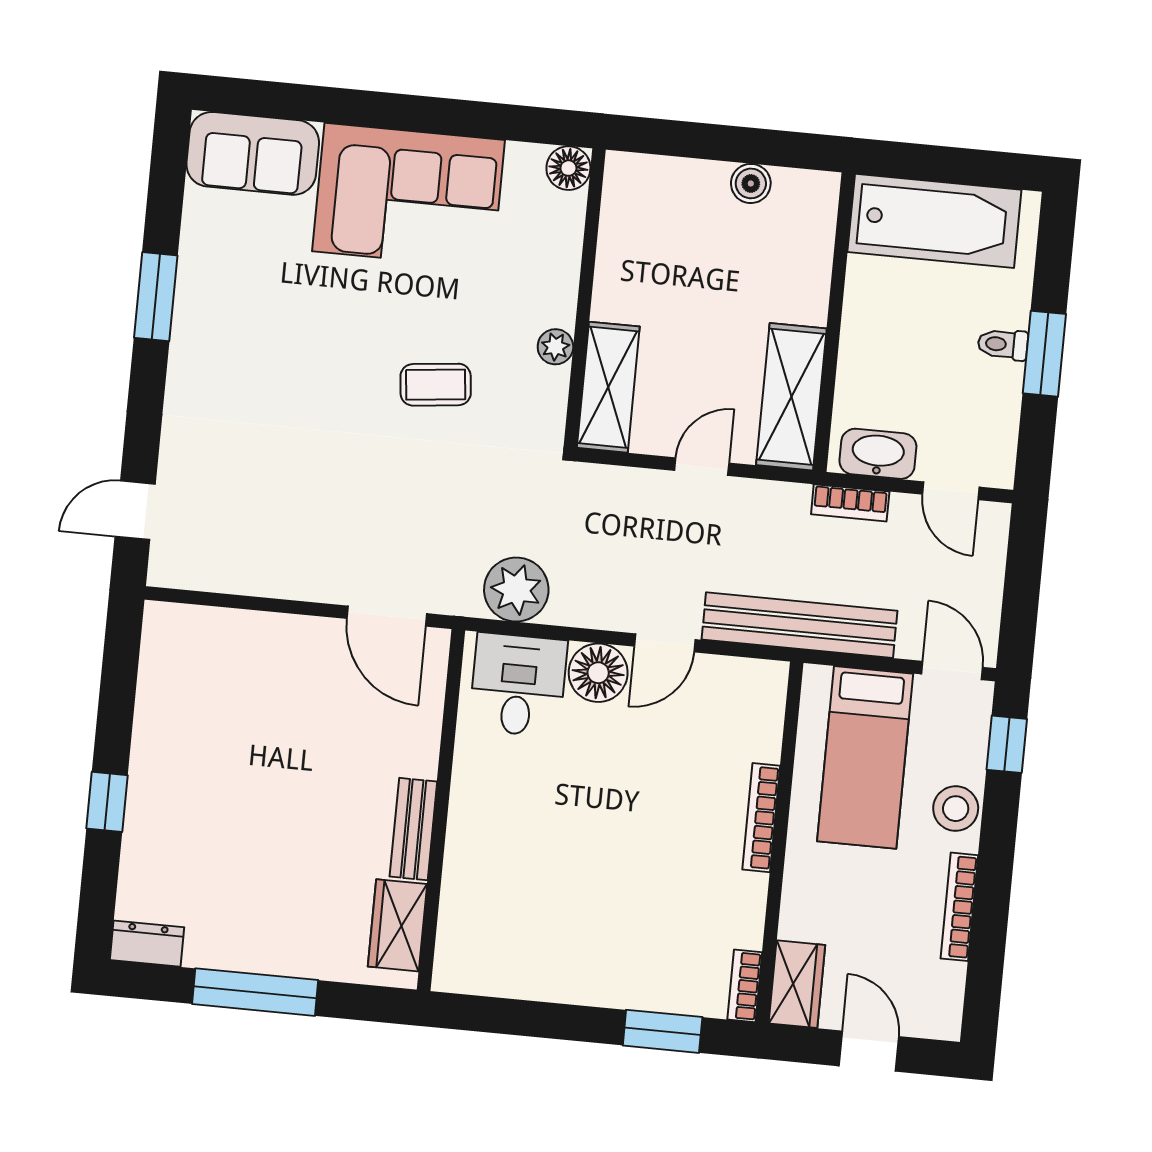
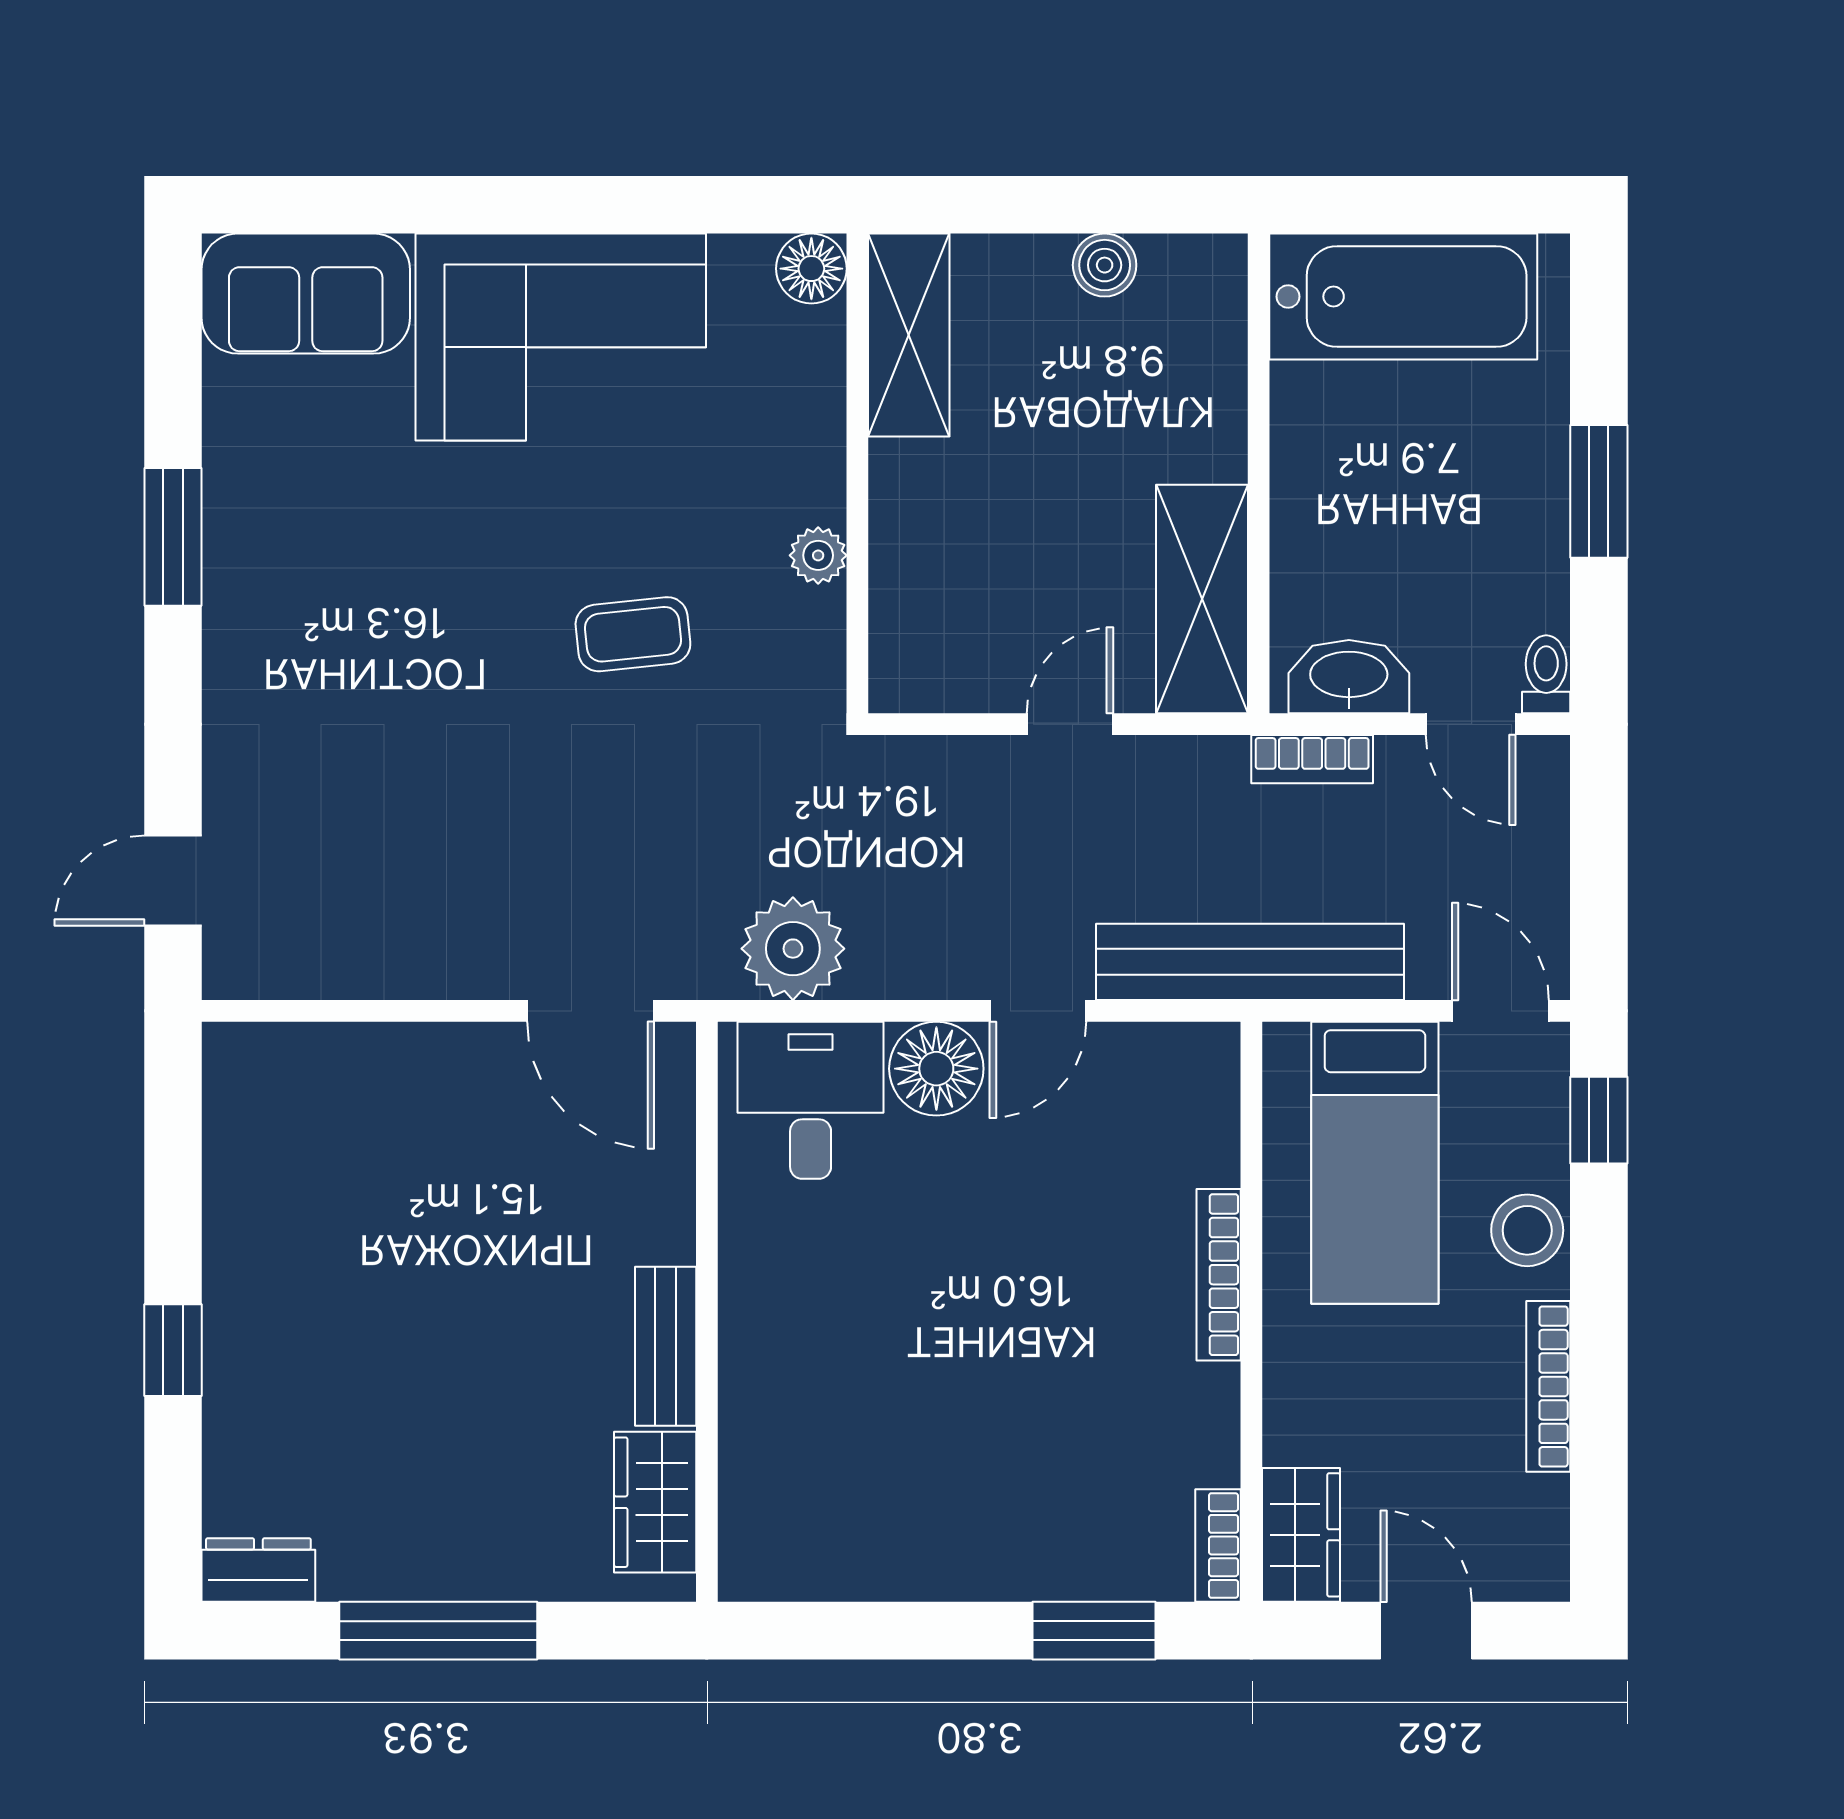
toilet: (1003, 344) -> (1546, 674), moved, turned 90
shelving: (608, 387) -> (909, 335), moved

